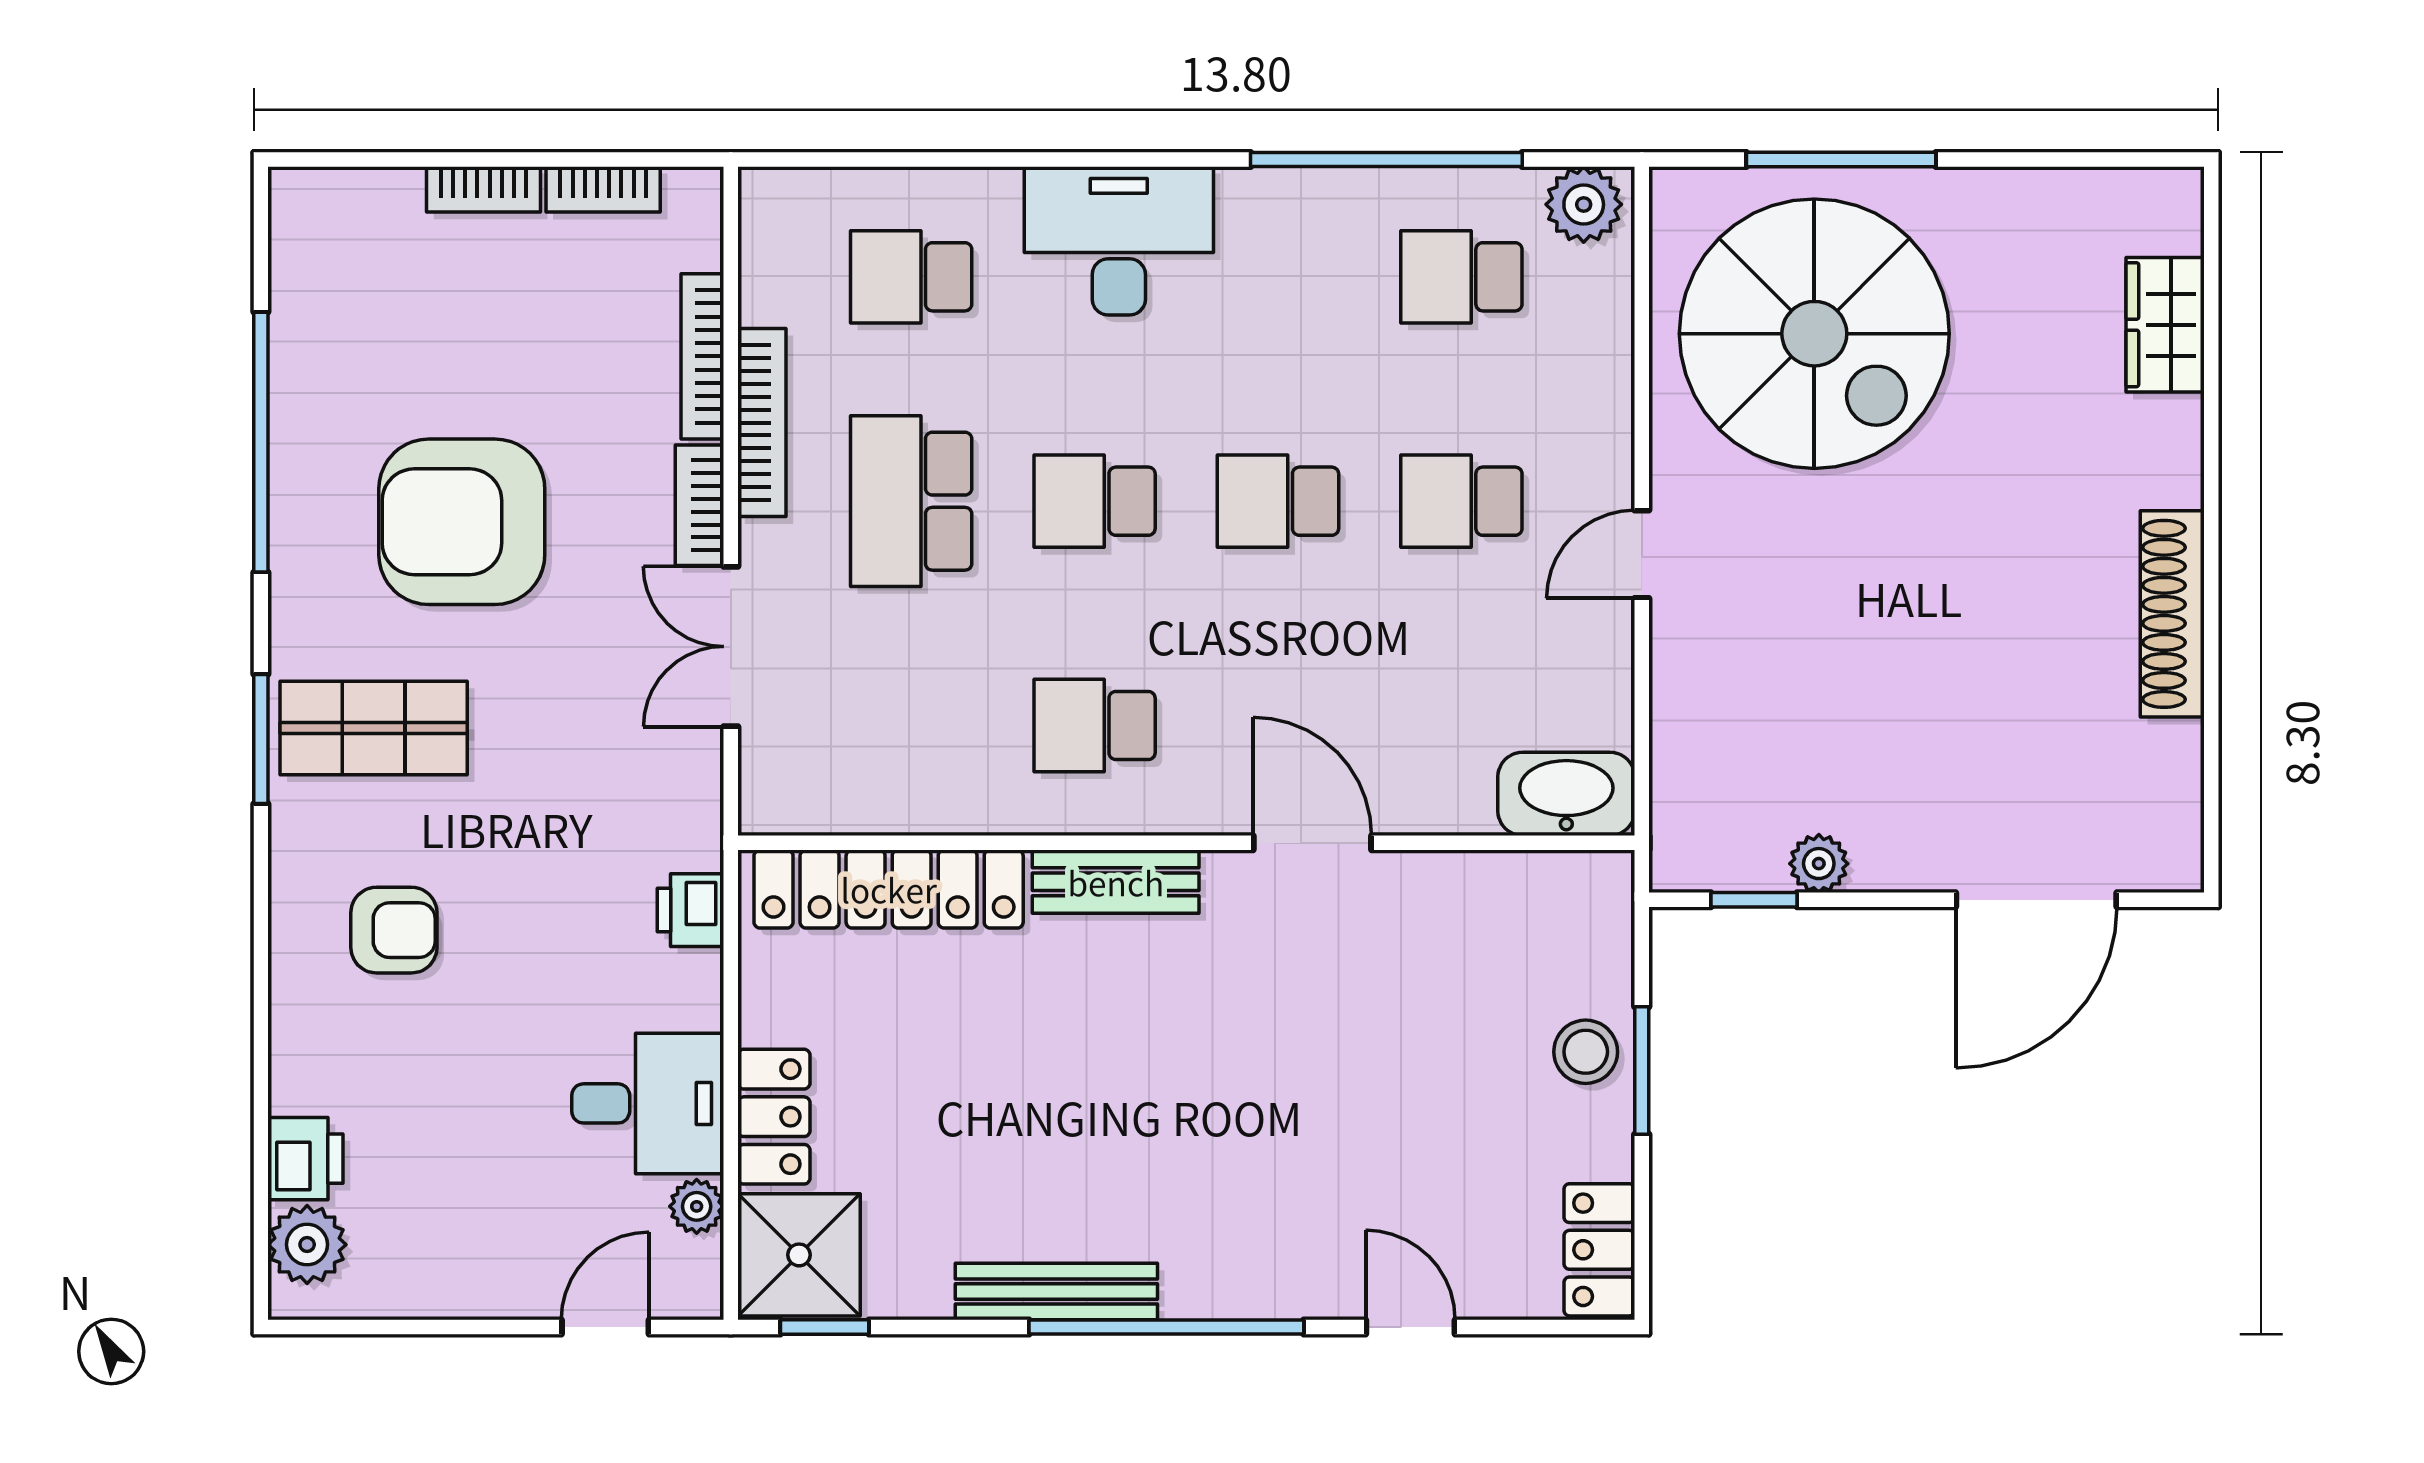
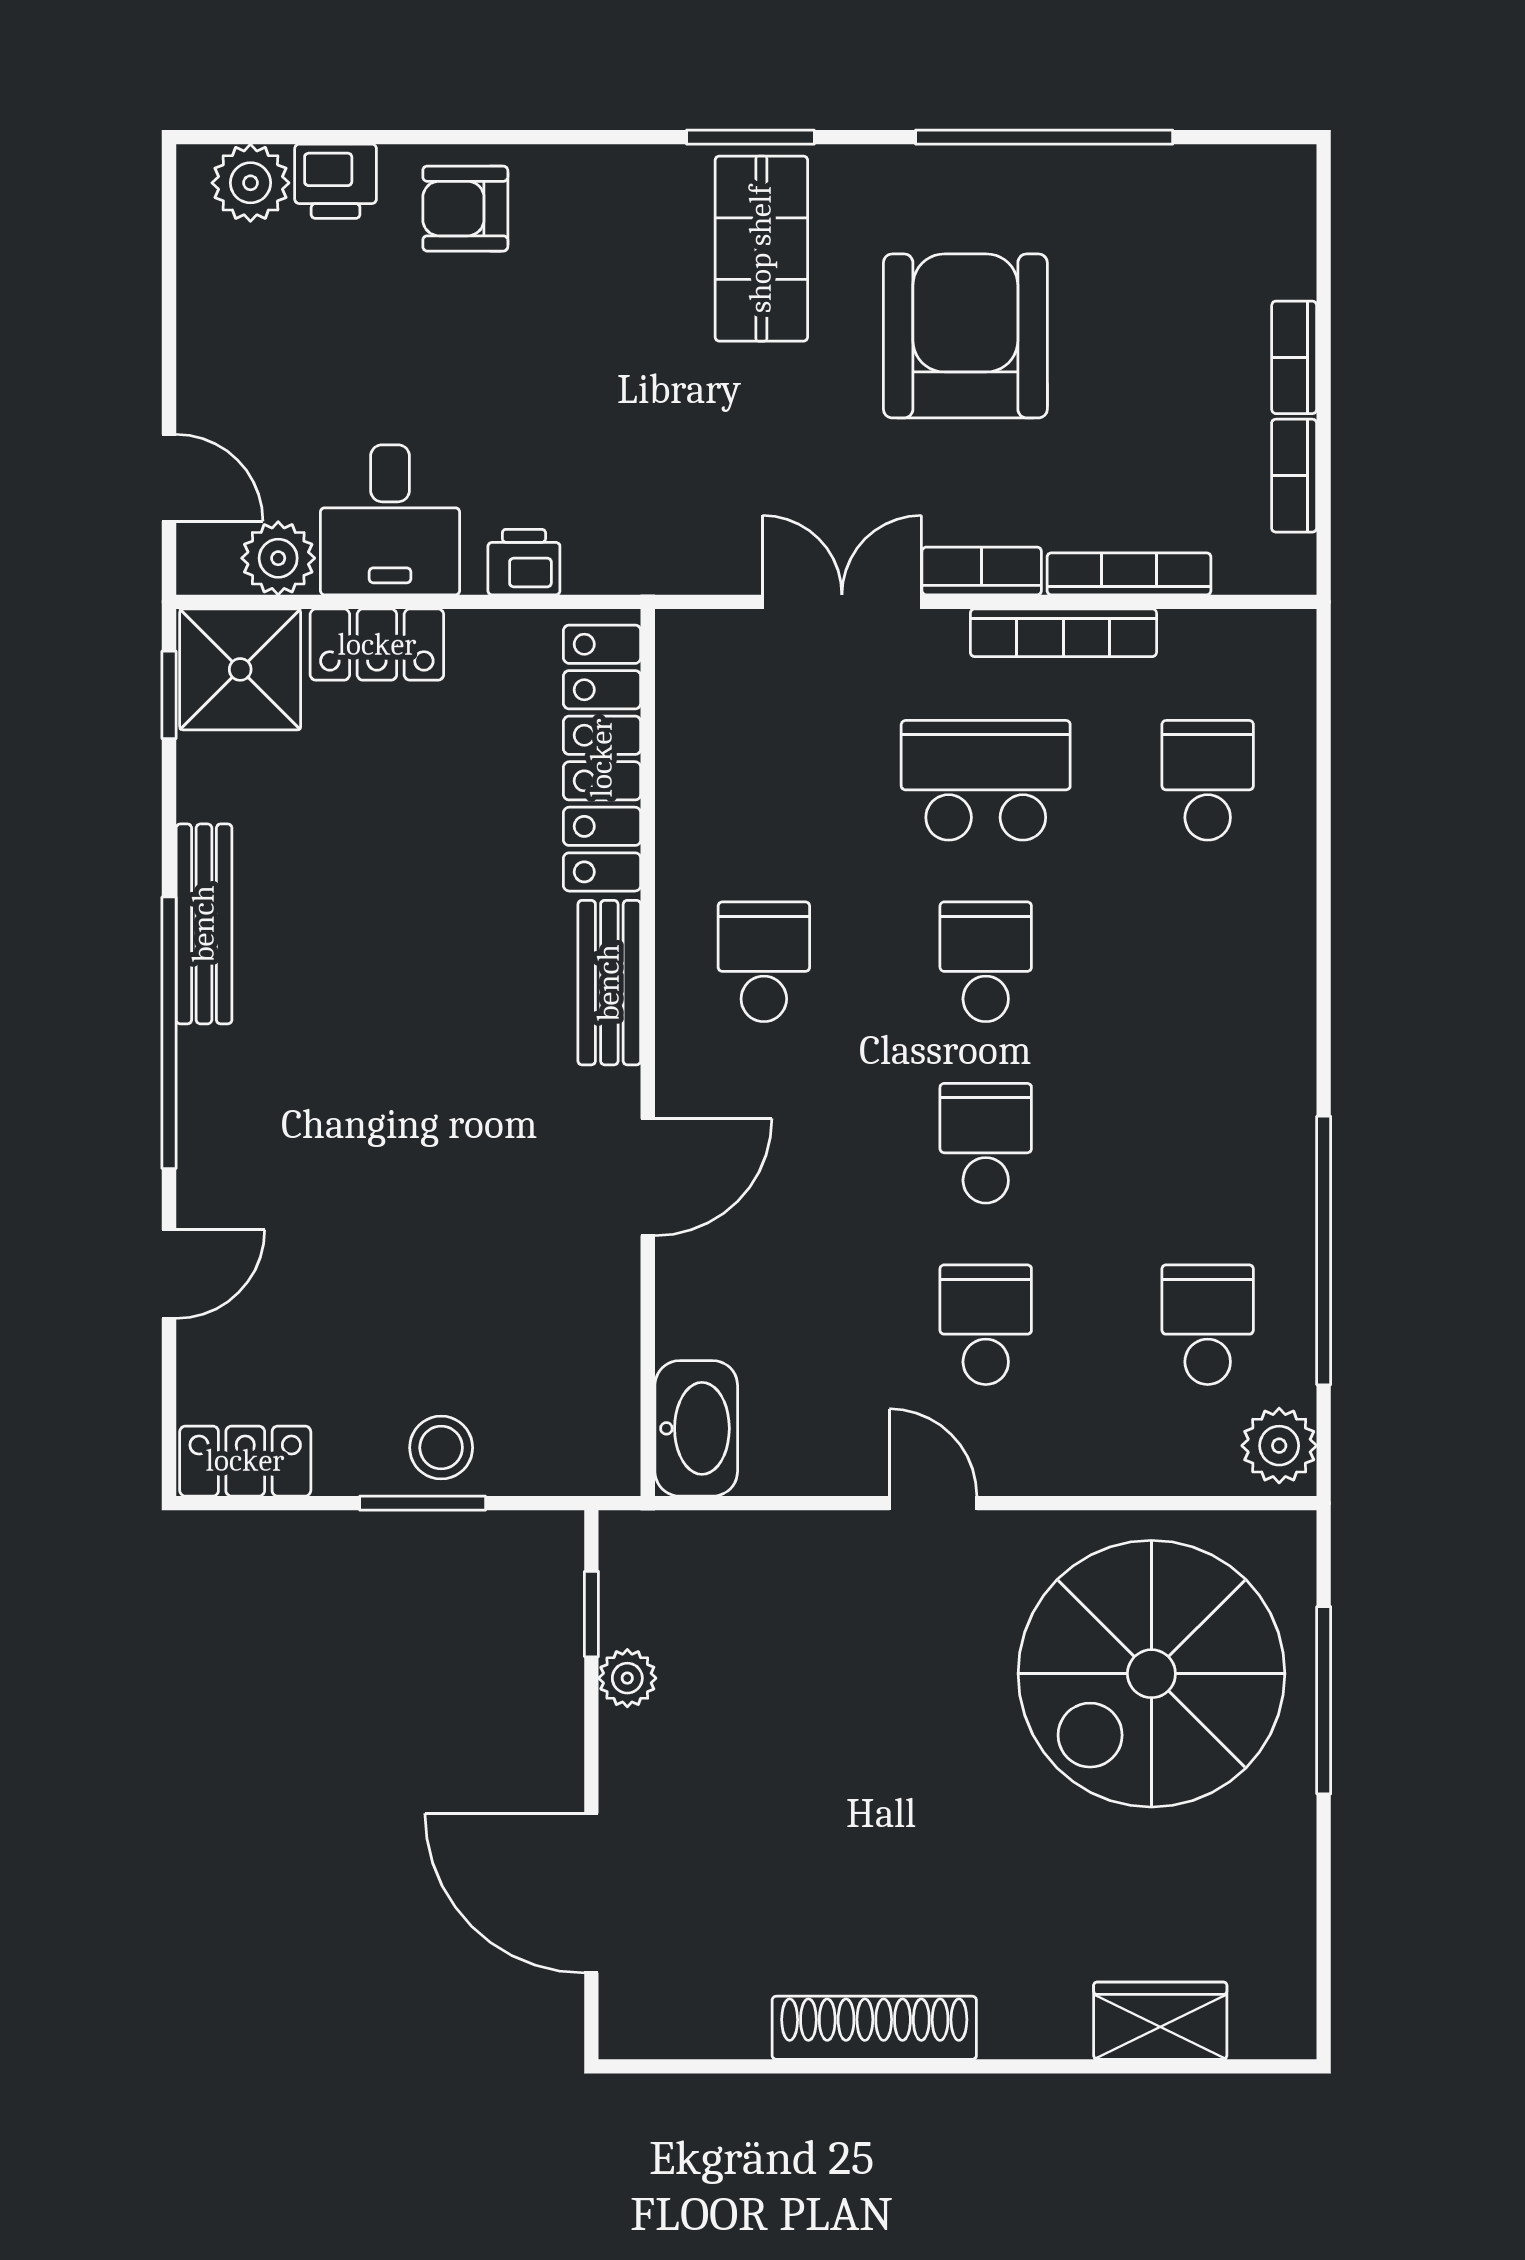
desk: (1119, 241) -> (1243, 986), removed
printer: (690, 910) -> (524, 562), moved
armchair: (394, 930) -> (465, 209), moved, turned 90
plant: (697, 1206) -> (278, 558), width x1.38, depth x1.38

